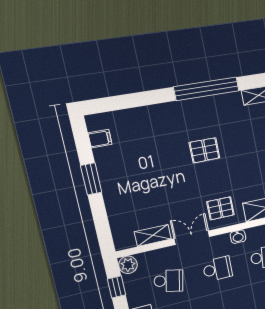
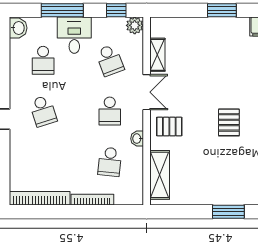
pallet: (220, 208) -> (169, 127), turned 90
school desk: (169, 281) -> (110, 60), turned -33

